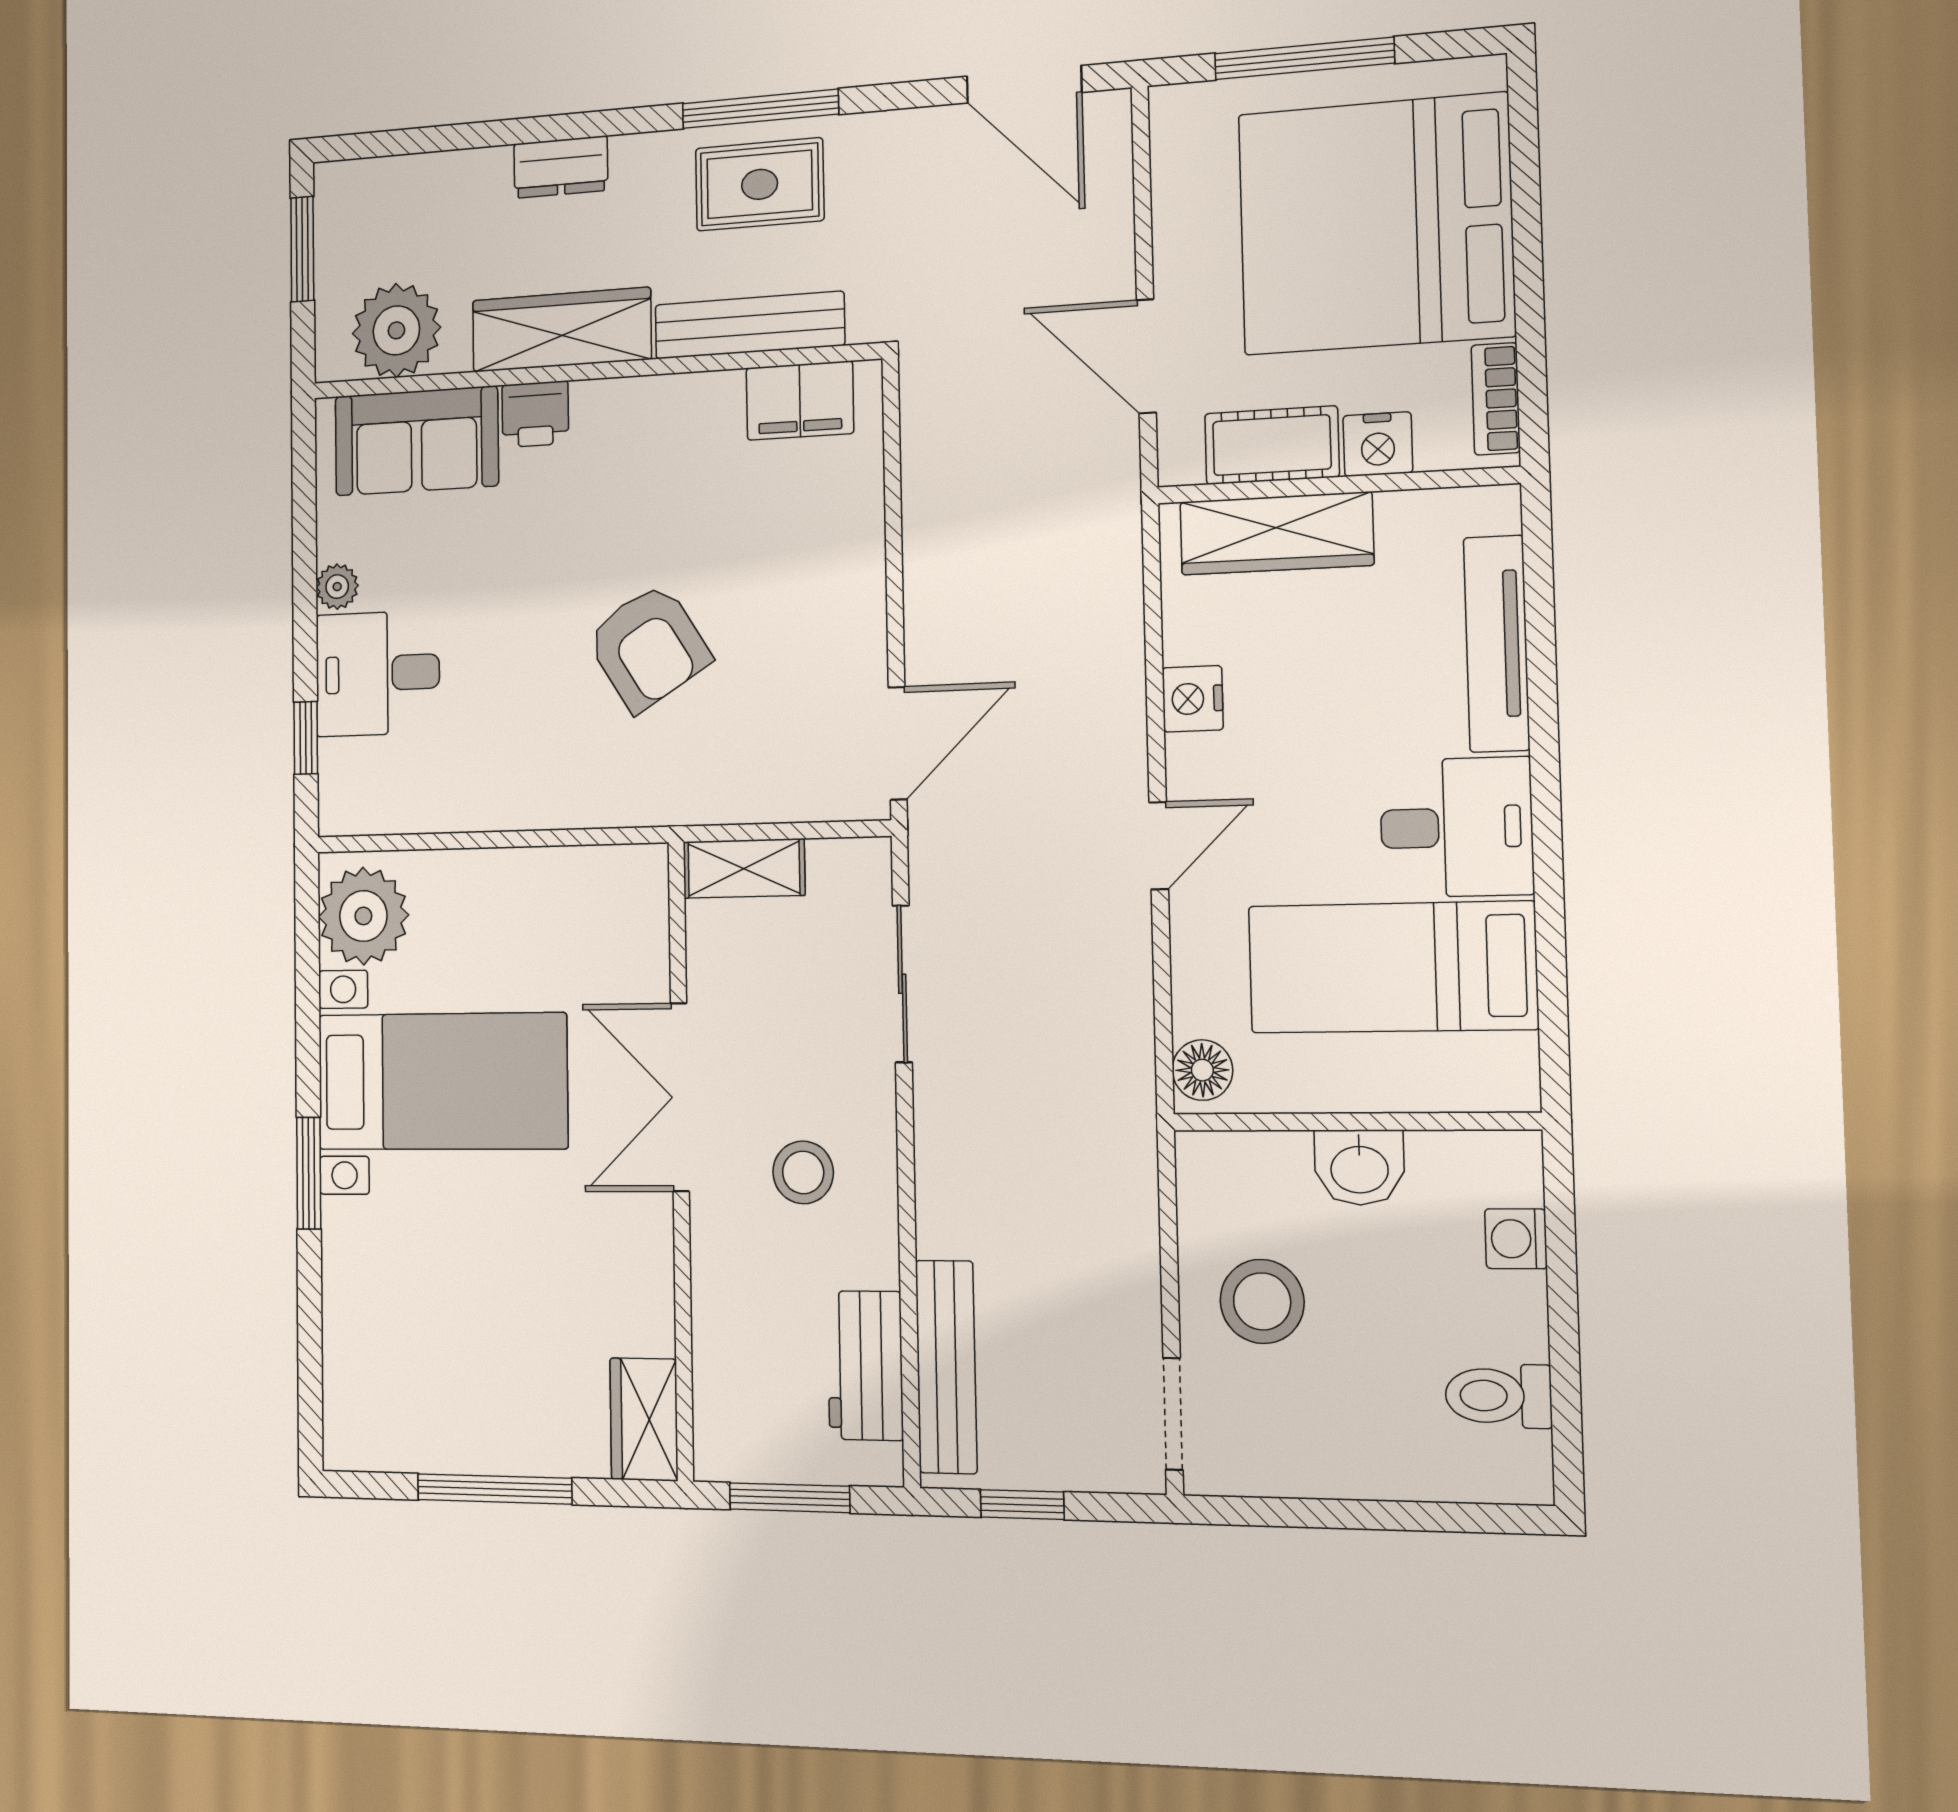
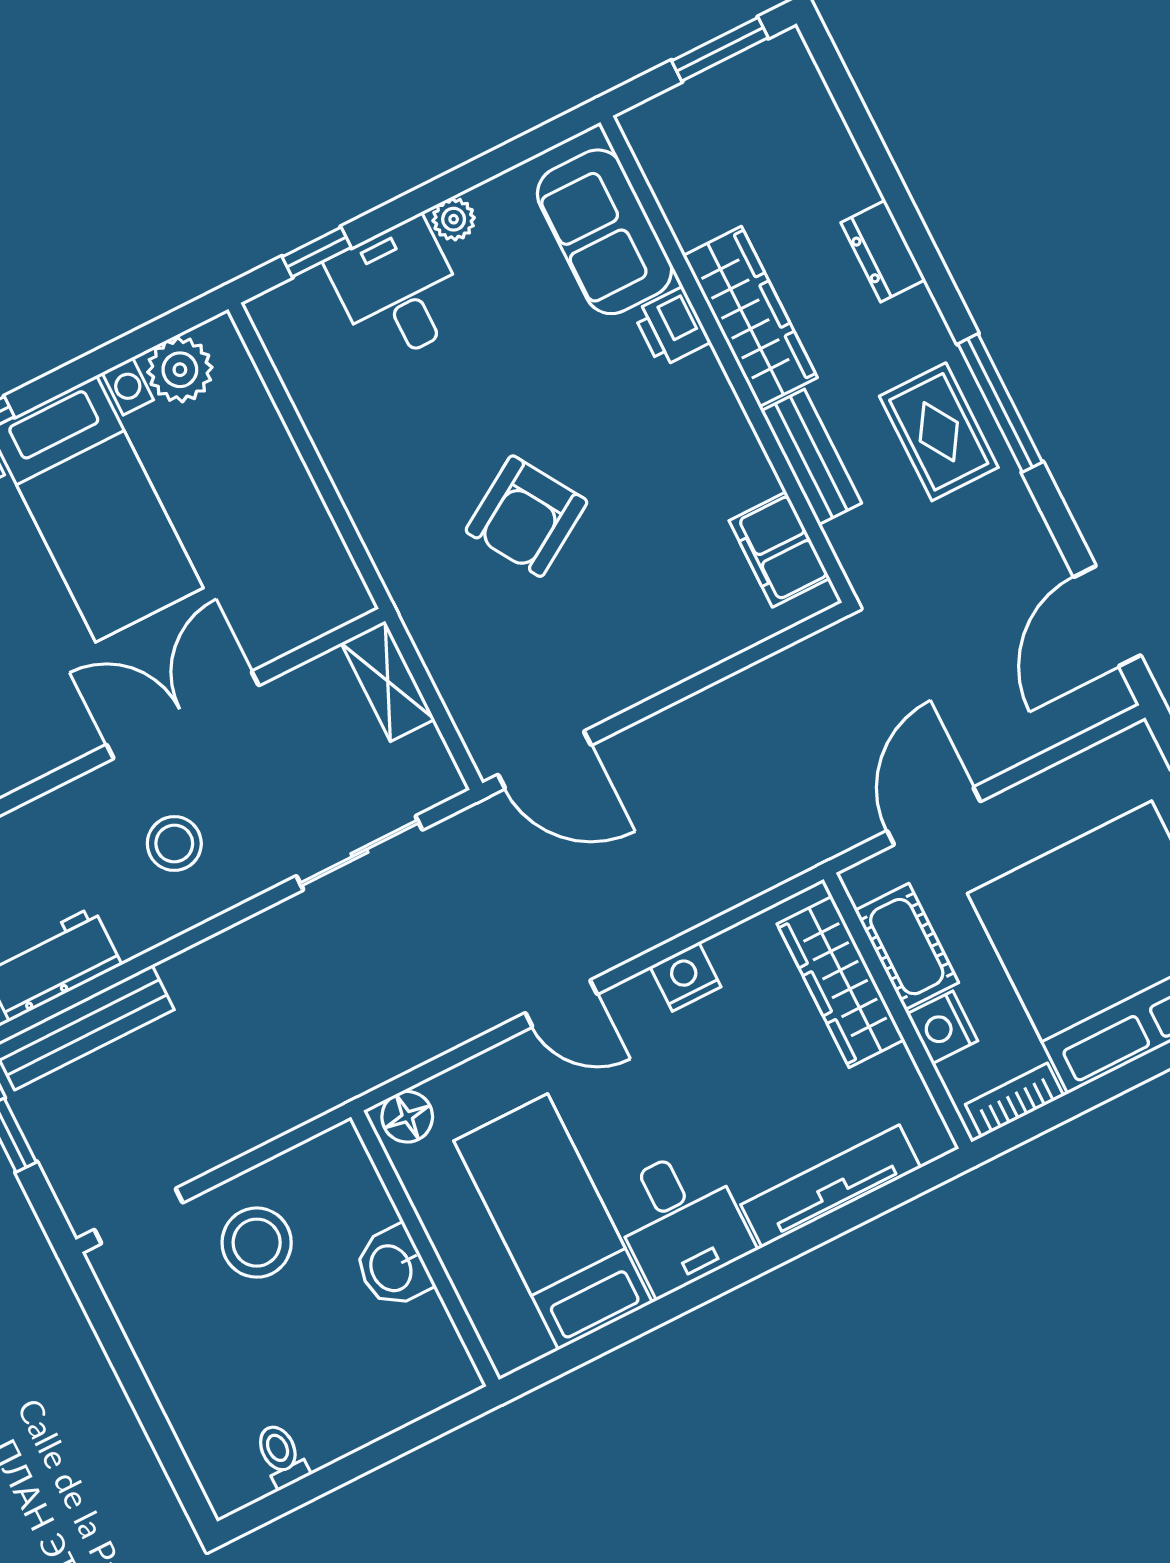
bench: (749, 325) -> (811, 457), width x0.73
plant: (396, 330) -> (688, 169), removed
plant: (363, 916) -> (180, 370), width x0.73, depth x0.73
washing machine: (1516, 1239) -> (397, 1404), removed
toilet: (1498, 1396) -> (281, 1455), width x0.73, depth x0.72

